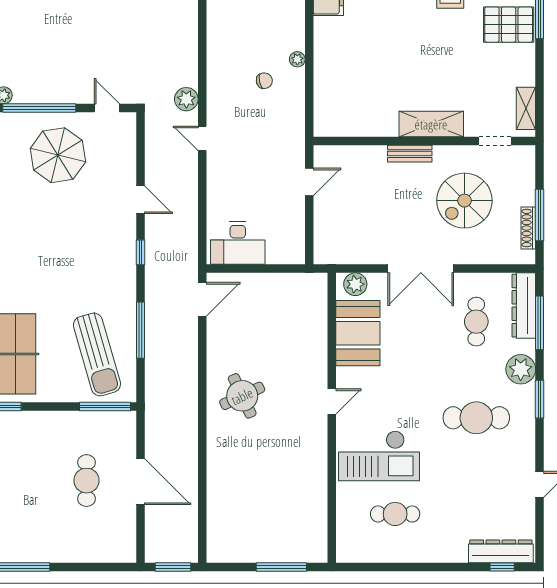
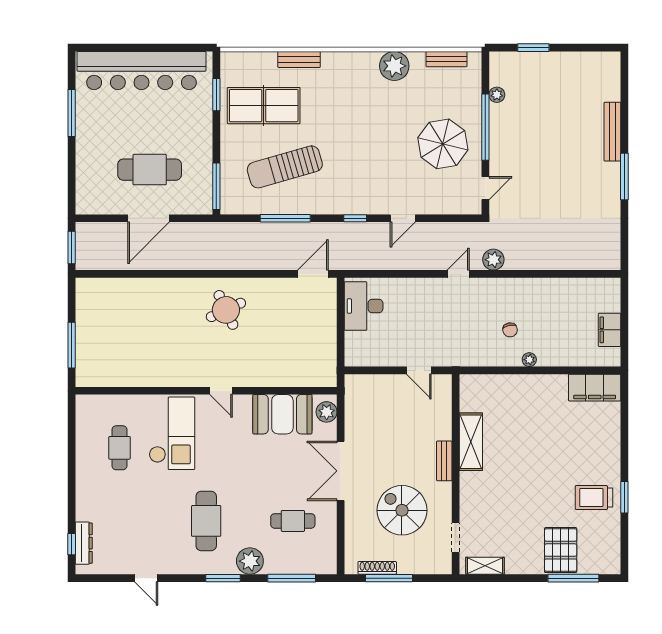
shelving: (431, 124) -> (471, 442), moved
door: (202, 299) -> (313, 274), swing flipped
dresser: (524, 306) -> (307, 564), removed
sun lounger: (97, 354) -> (285, 167), moved
checkout: (379, 456) -> (172, 433), turned 180
cafe table: (87, 481) -> (150, 170), width x1.37, depth x1.35
dresser: (501, 551) -> (84, 543), width x0.73, depth x0.80

